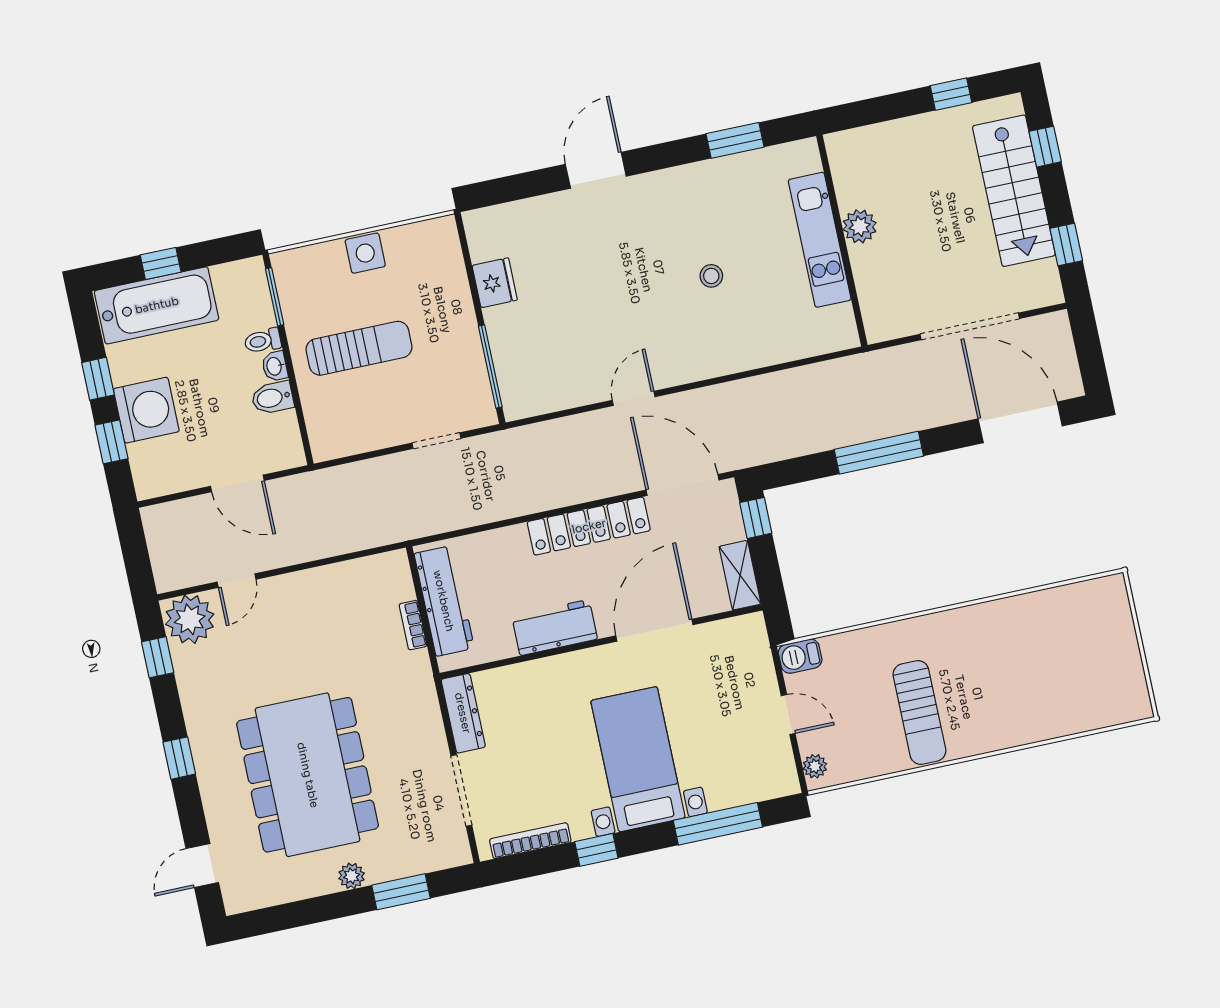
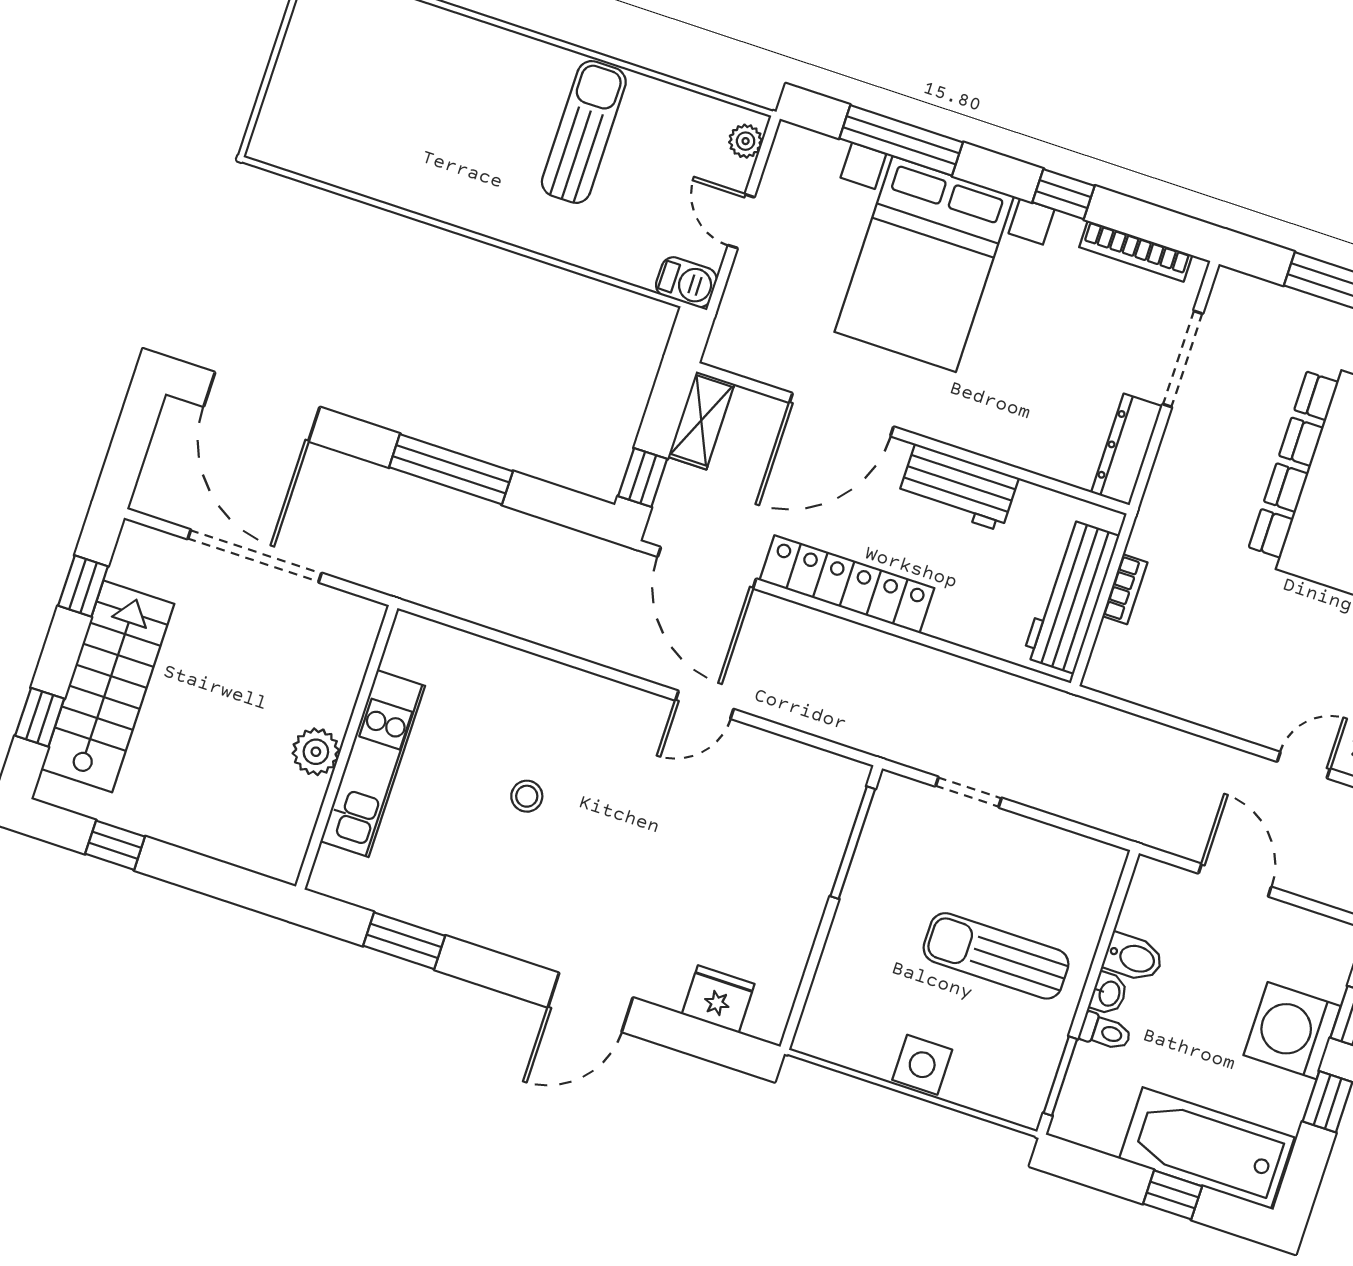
fridge: (495, 283) -> (718, 999), moved, turned 90
bed with nightstands: (638, 759) -> (924, 264), width x1.36

